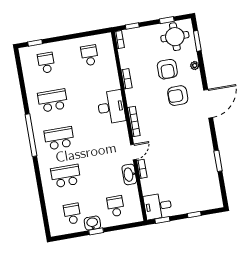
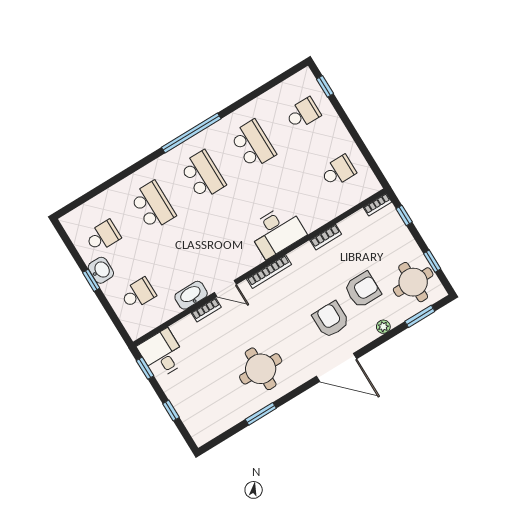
armchair: (167, 69) -> (363, 290), turned 180
round table: (191, 150) -> (261, 369), added

